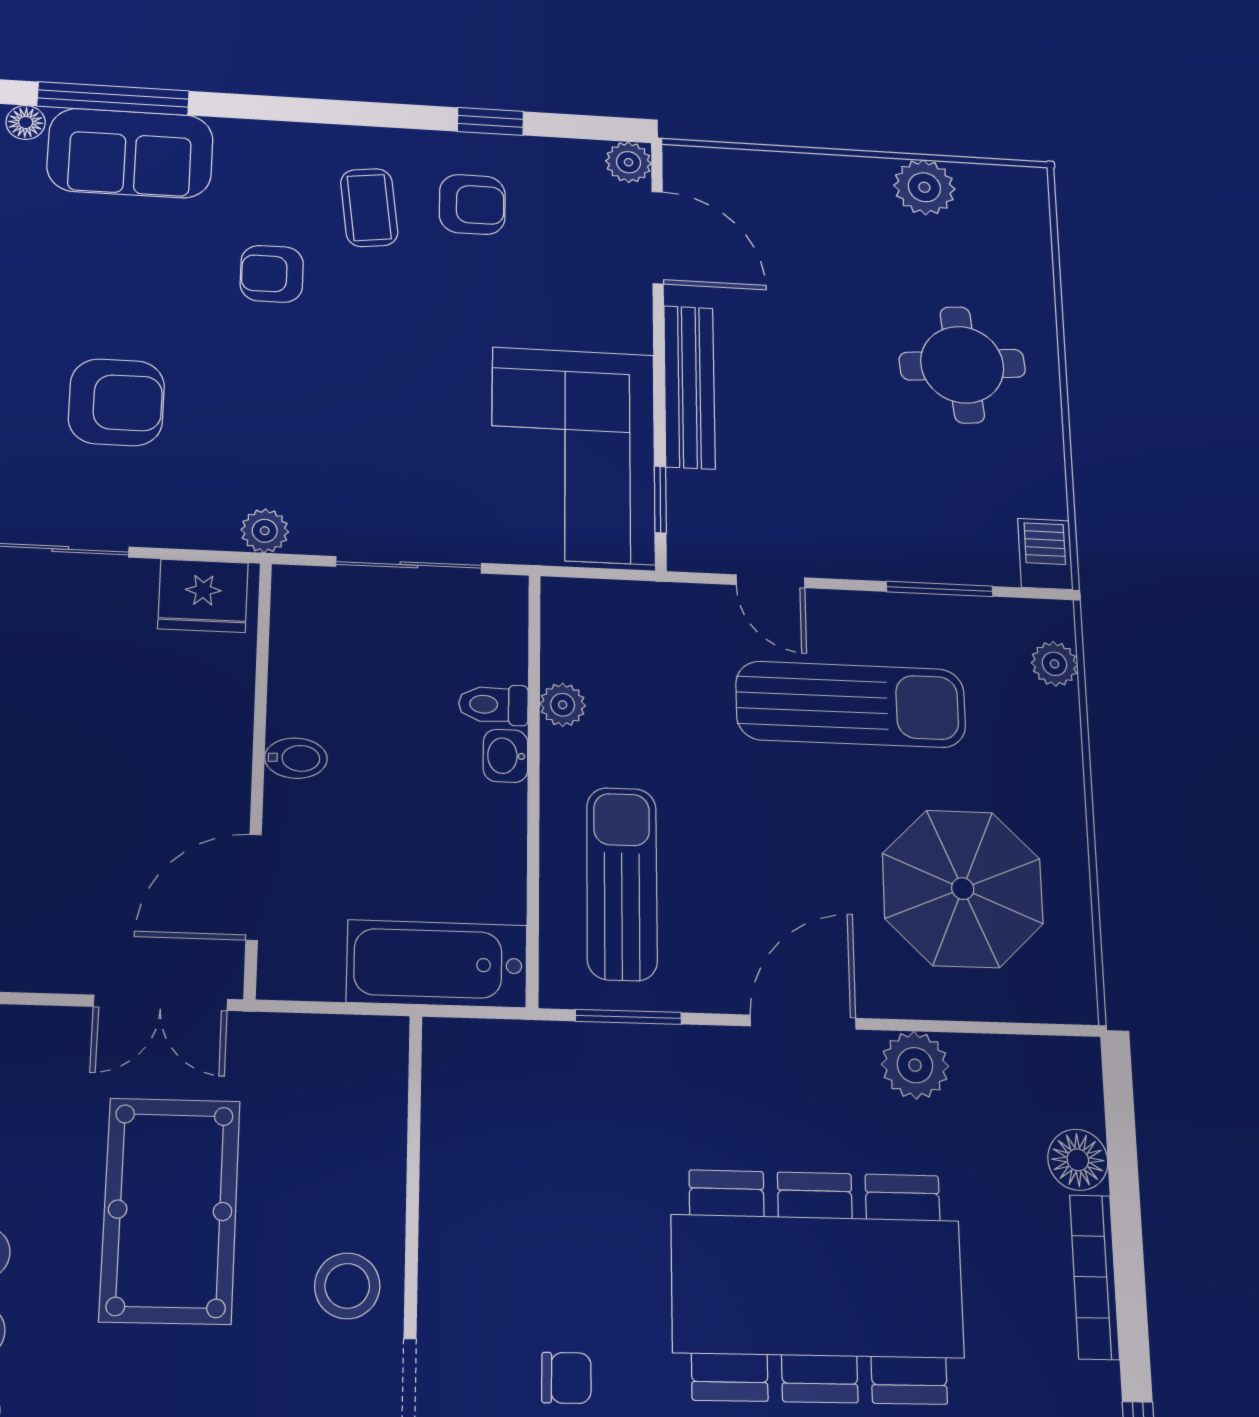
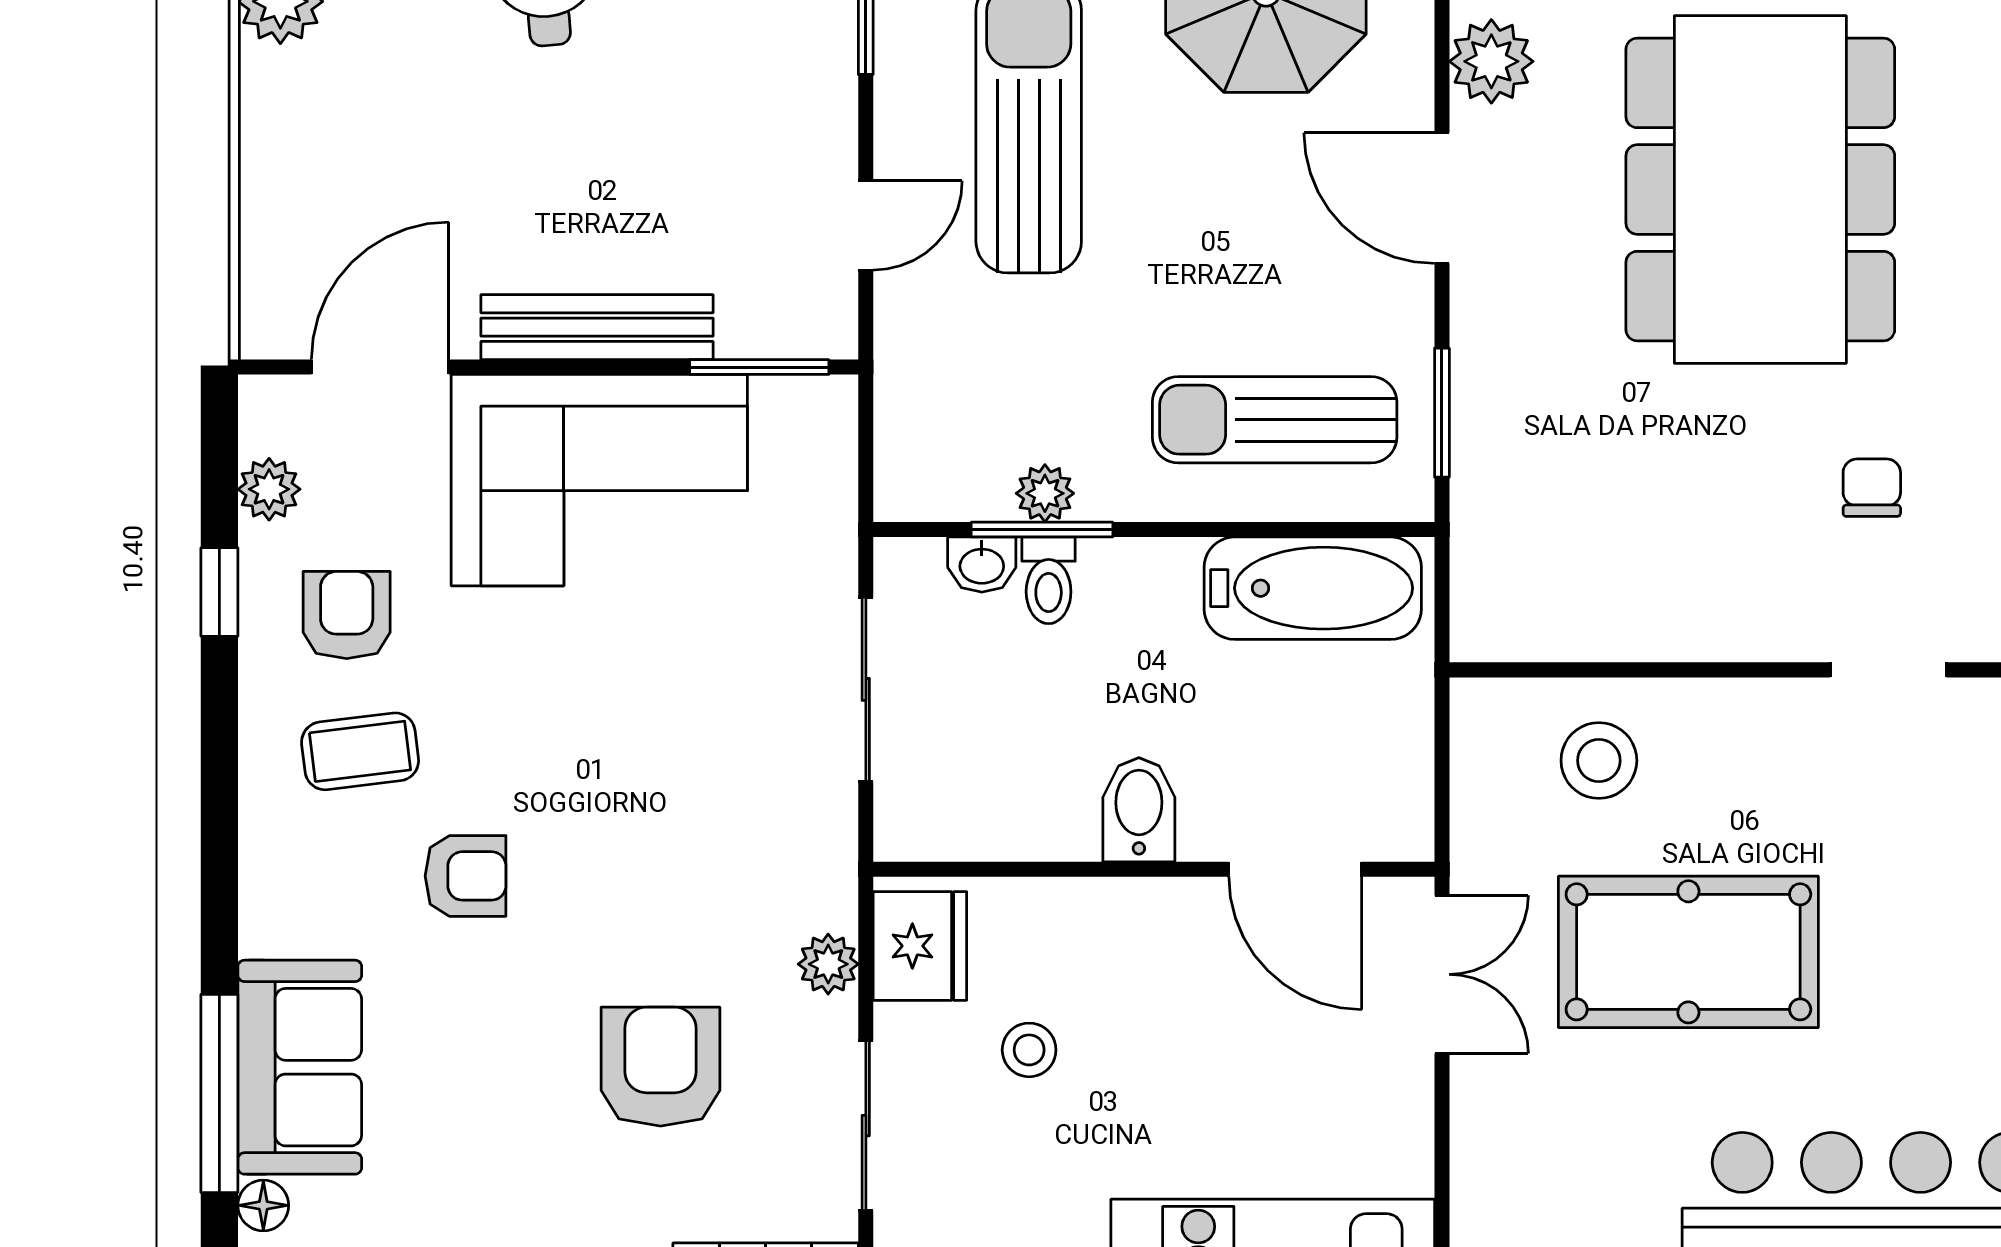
plant: (628, 162) -> (269, 489), moved
armchair: (272, 274) -> (466, 876), turned -90
corner sofa: (573, 455) -> (599, 480), moved
window: (660, 500) -> (759, 367), width x1.50
plant: (265, 531) -> (828, 964), moved
stool: (115, 674) -> (1029, 1050), added
window: (534, 701) -> (1042, 530), added
washbasin: (506, 756) -> (982, 565), moved
bidet: (296, 758) -> (1139, 810), width x1.38, depth x1.36
bathtub: (437, 964) -> (1313, 588), moved, turned -90
stool: (347, 1286) -> (1599, 761), moved

